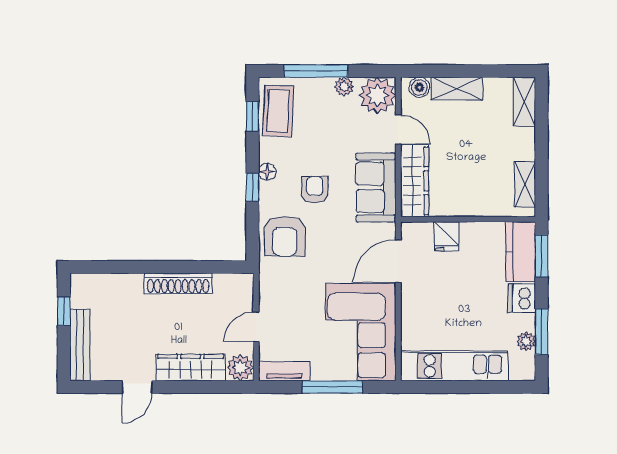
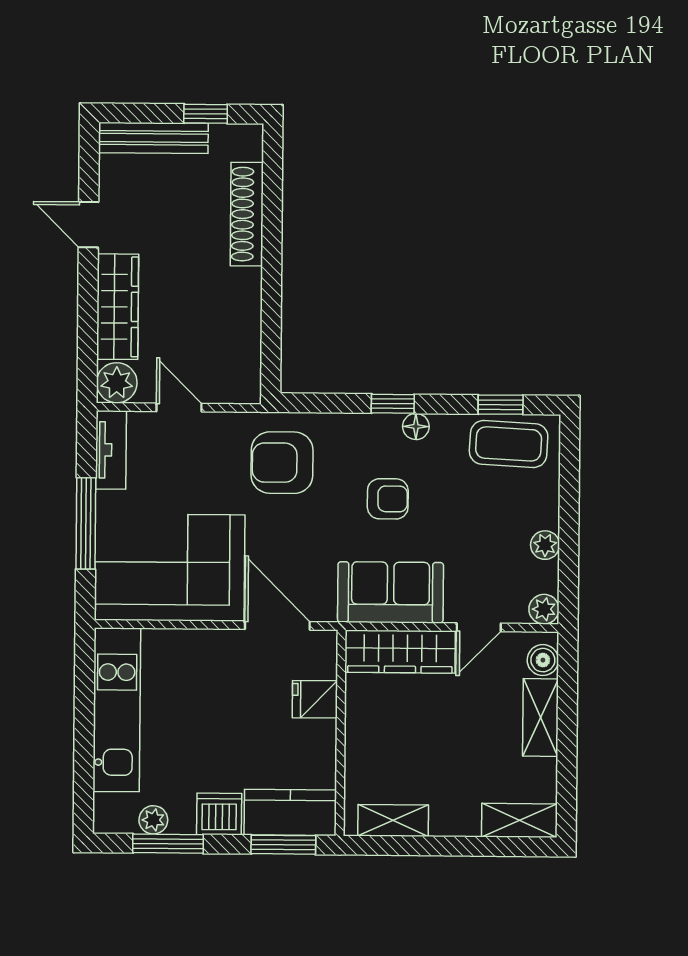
window: (316, 71) -> (569, 502), removed
plant: (377, 95) -> (544, 609), width x0.53, depth x0.53
armchair: (285, 236) -> (282, 463), moved
shoe rack: (178, 284) -> (247, 214), moved

